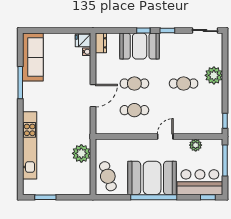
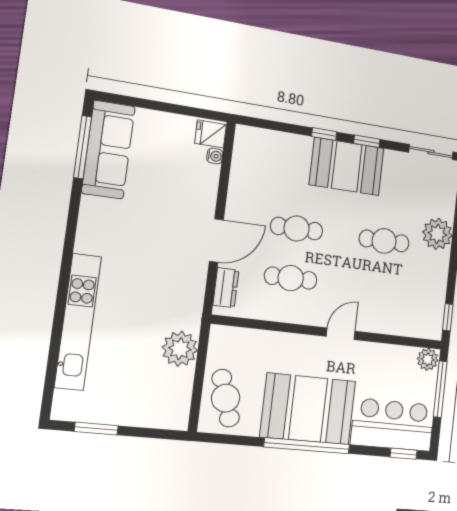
dresser: (101, 43) -> (226, 288), moved
booth: (140, 46) -> (347, 166), moved
window: (20, 83) -> (82, 147), moved
plant: (196, 145) -> (428, 359), moved

